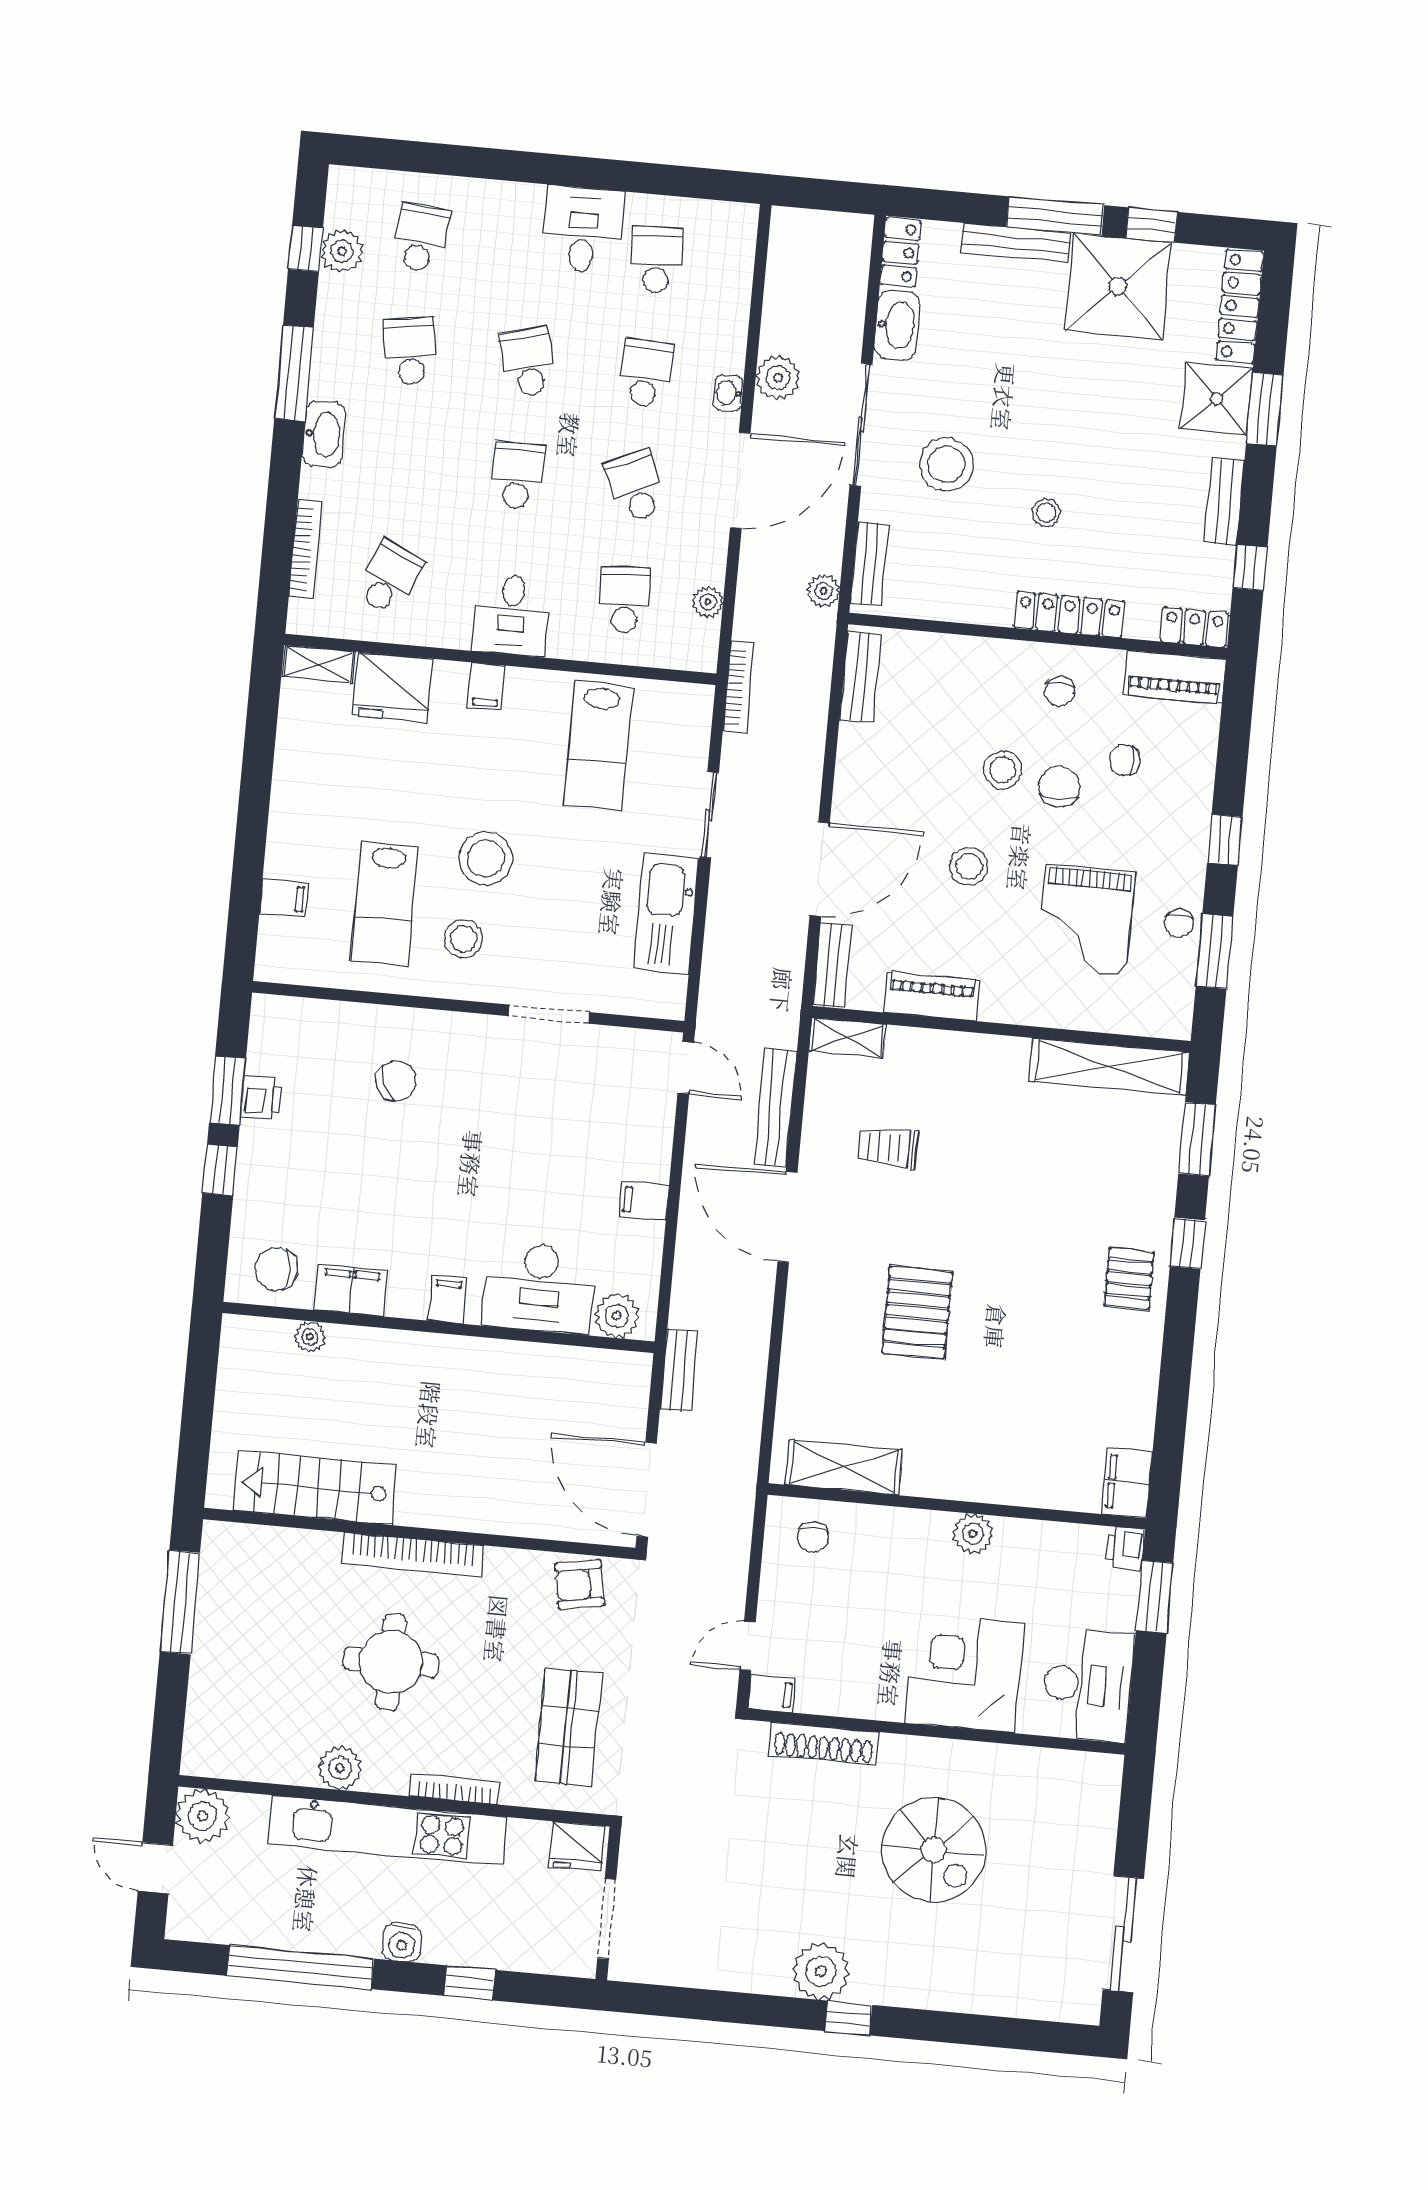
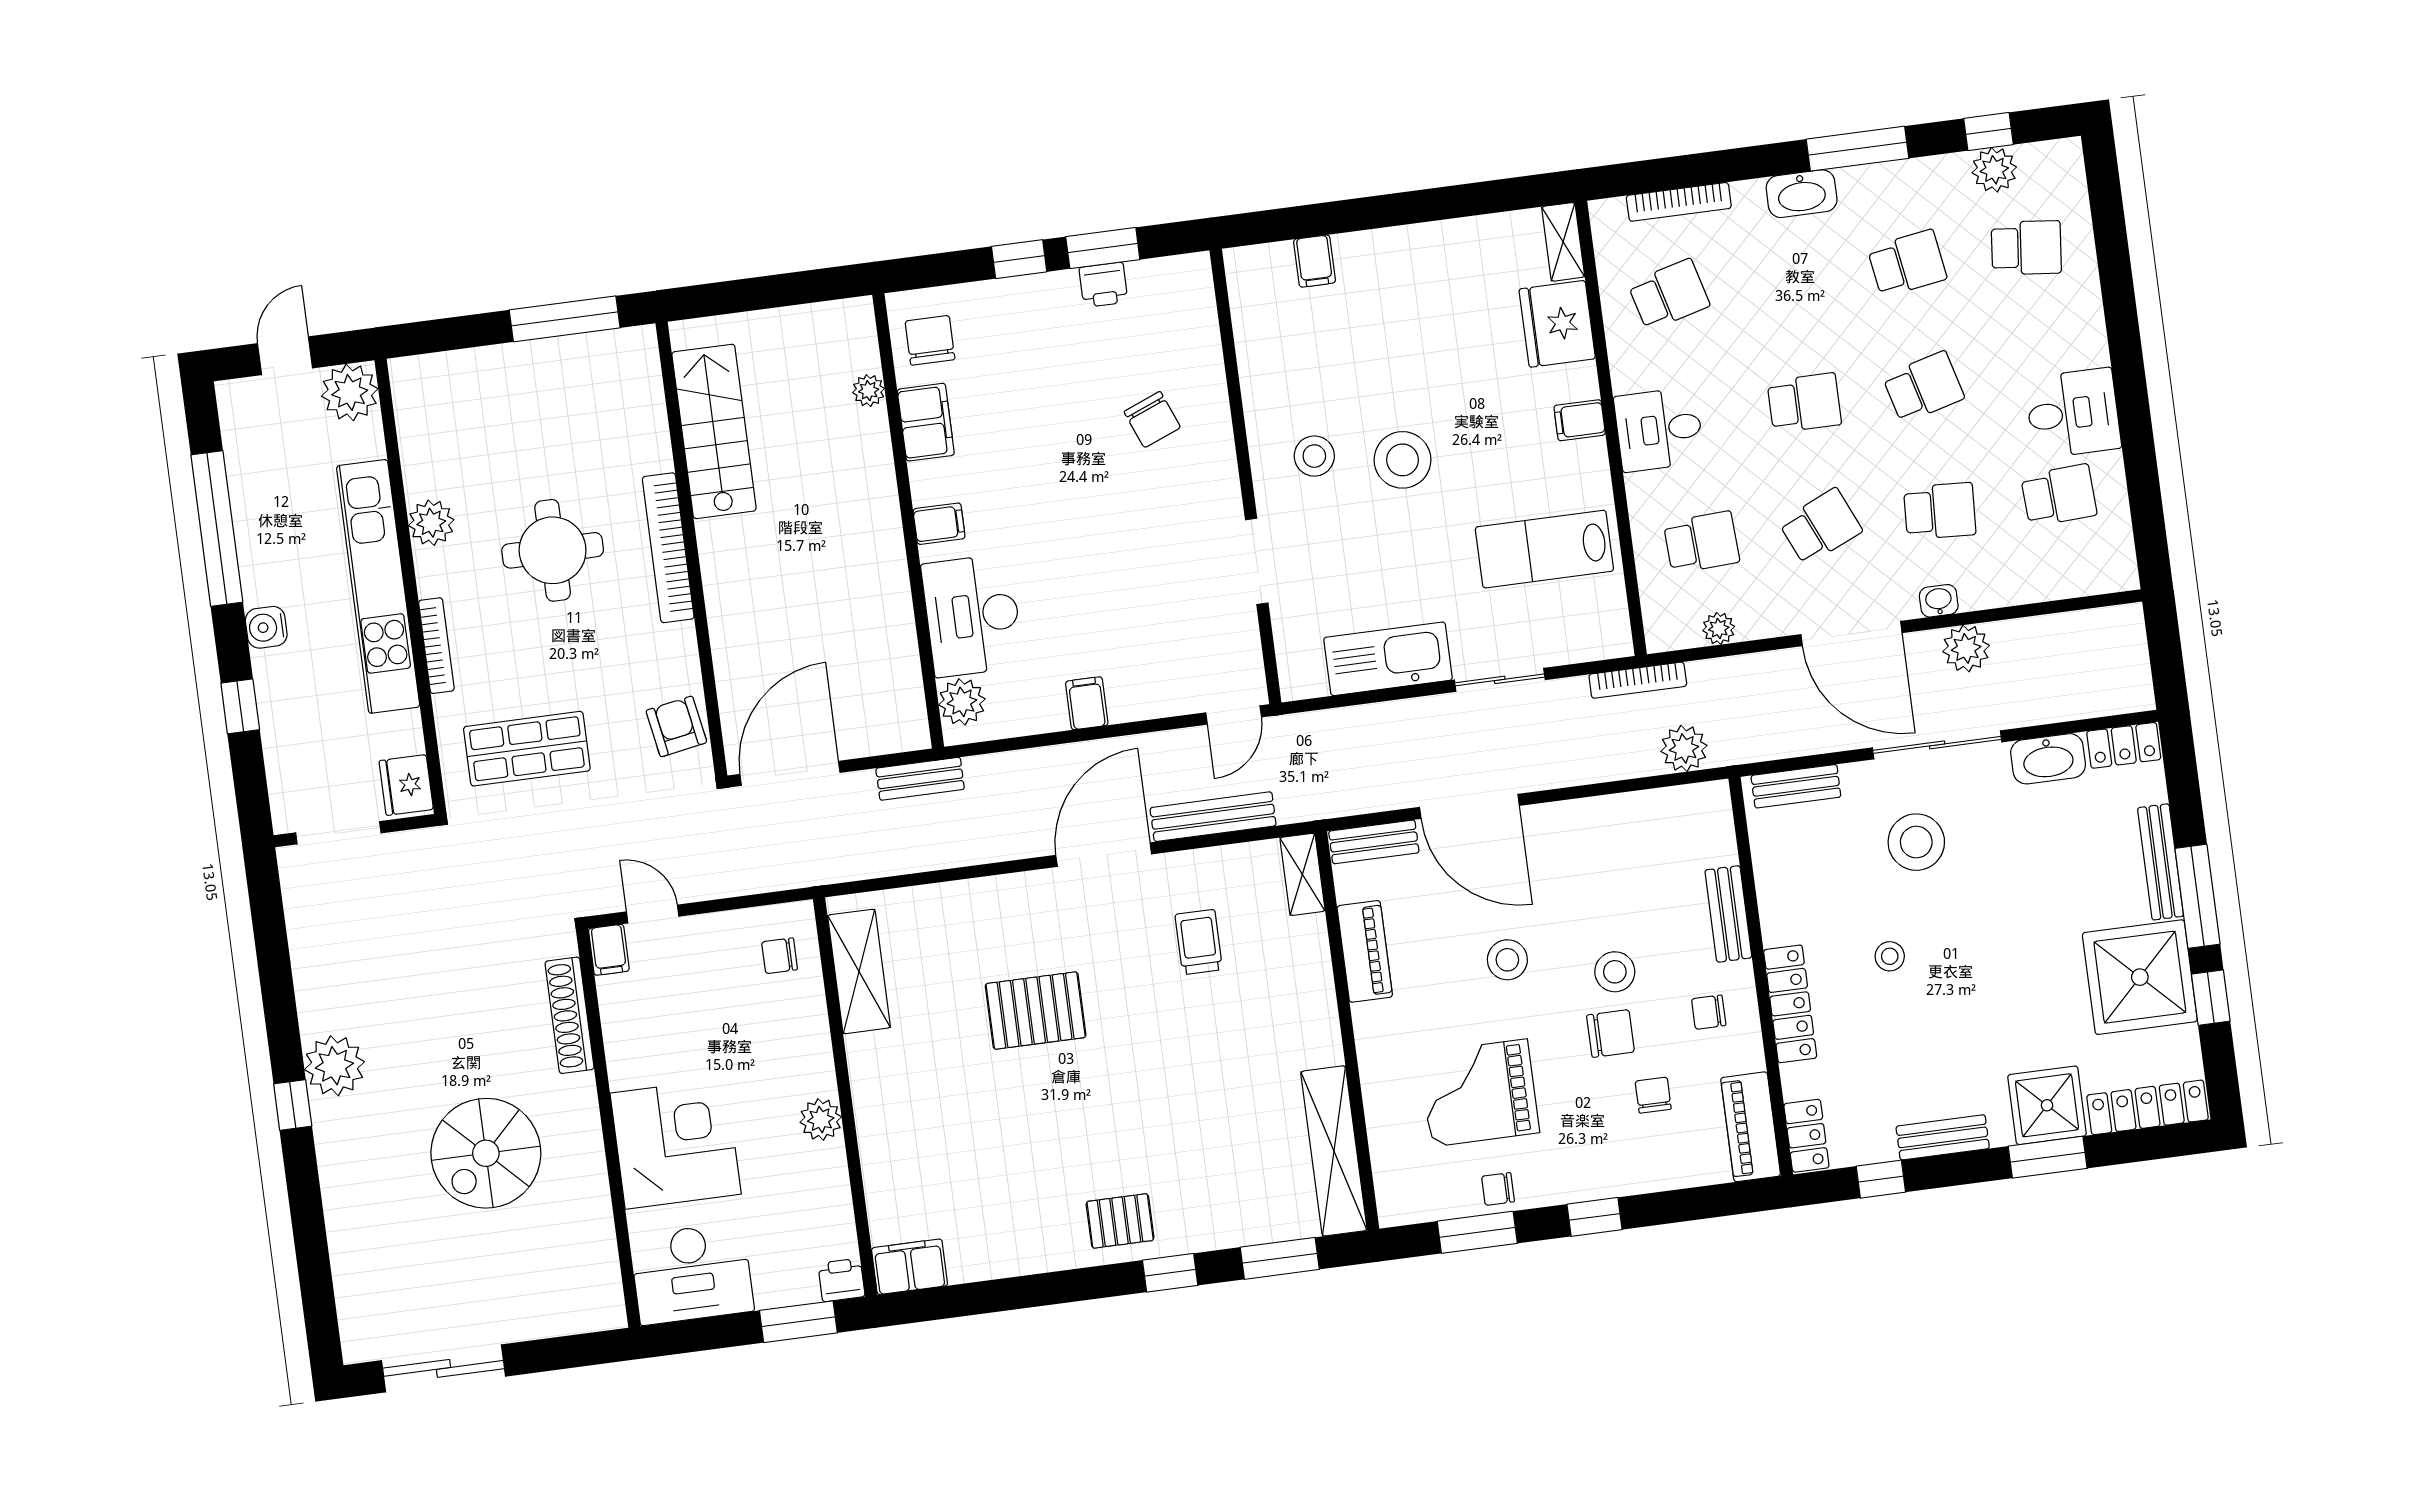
school desk: (389, 578) -> (1669, 295), turned -39
plant: (824, 591) -> (1684, 748), moved, width x1.38, depth x1.38
bench: (860, 677) -> (1728, 914), moved, turned 90
lab bench: (384, 904) -> (1332, 366), removed

